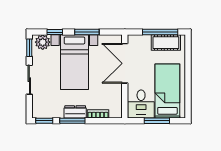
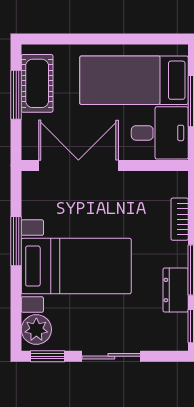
window: (55, 32) -> (16, 305), removed
window: (160, 32) -> (16, 95), width x0.69
double door: (125, 63) -> (78, 165), swing flipped
dresser: (75, 112) -> (176, 290), moved

